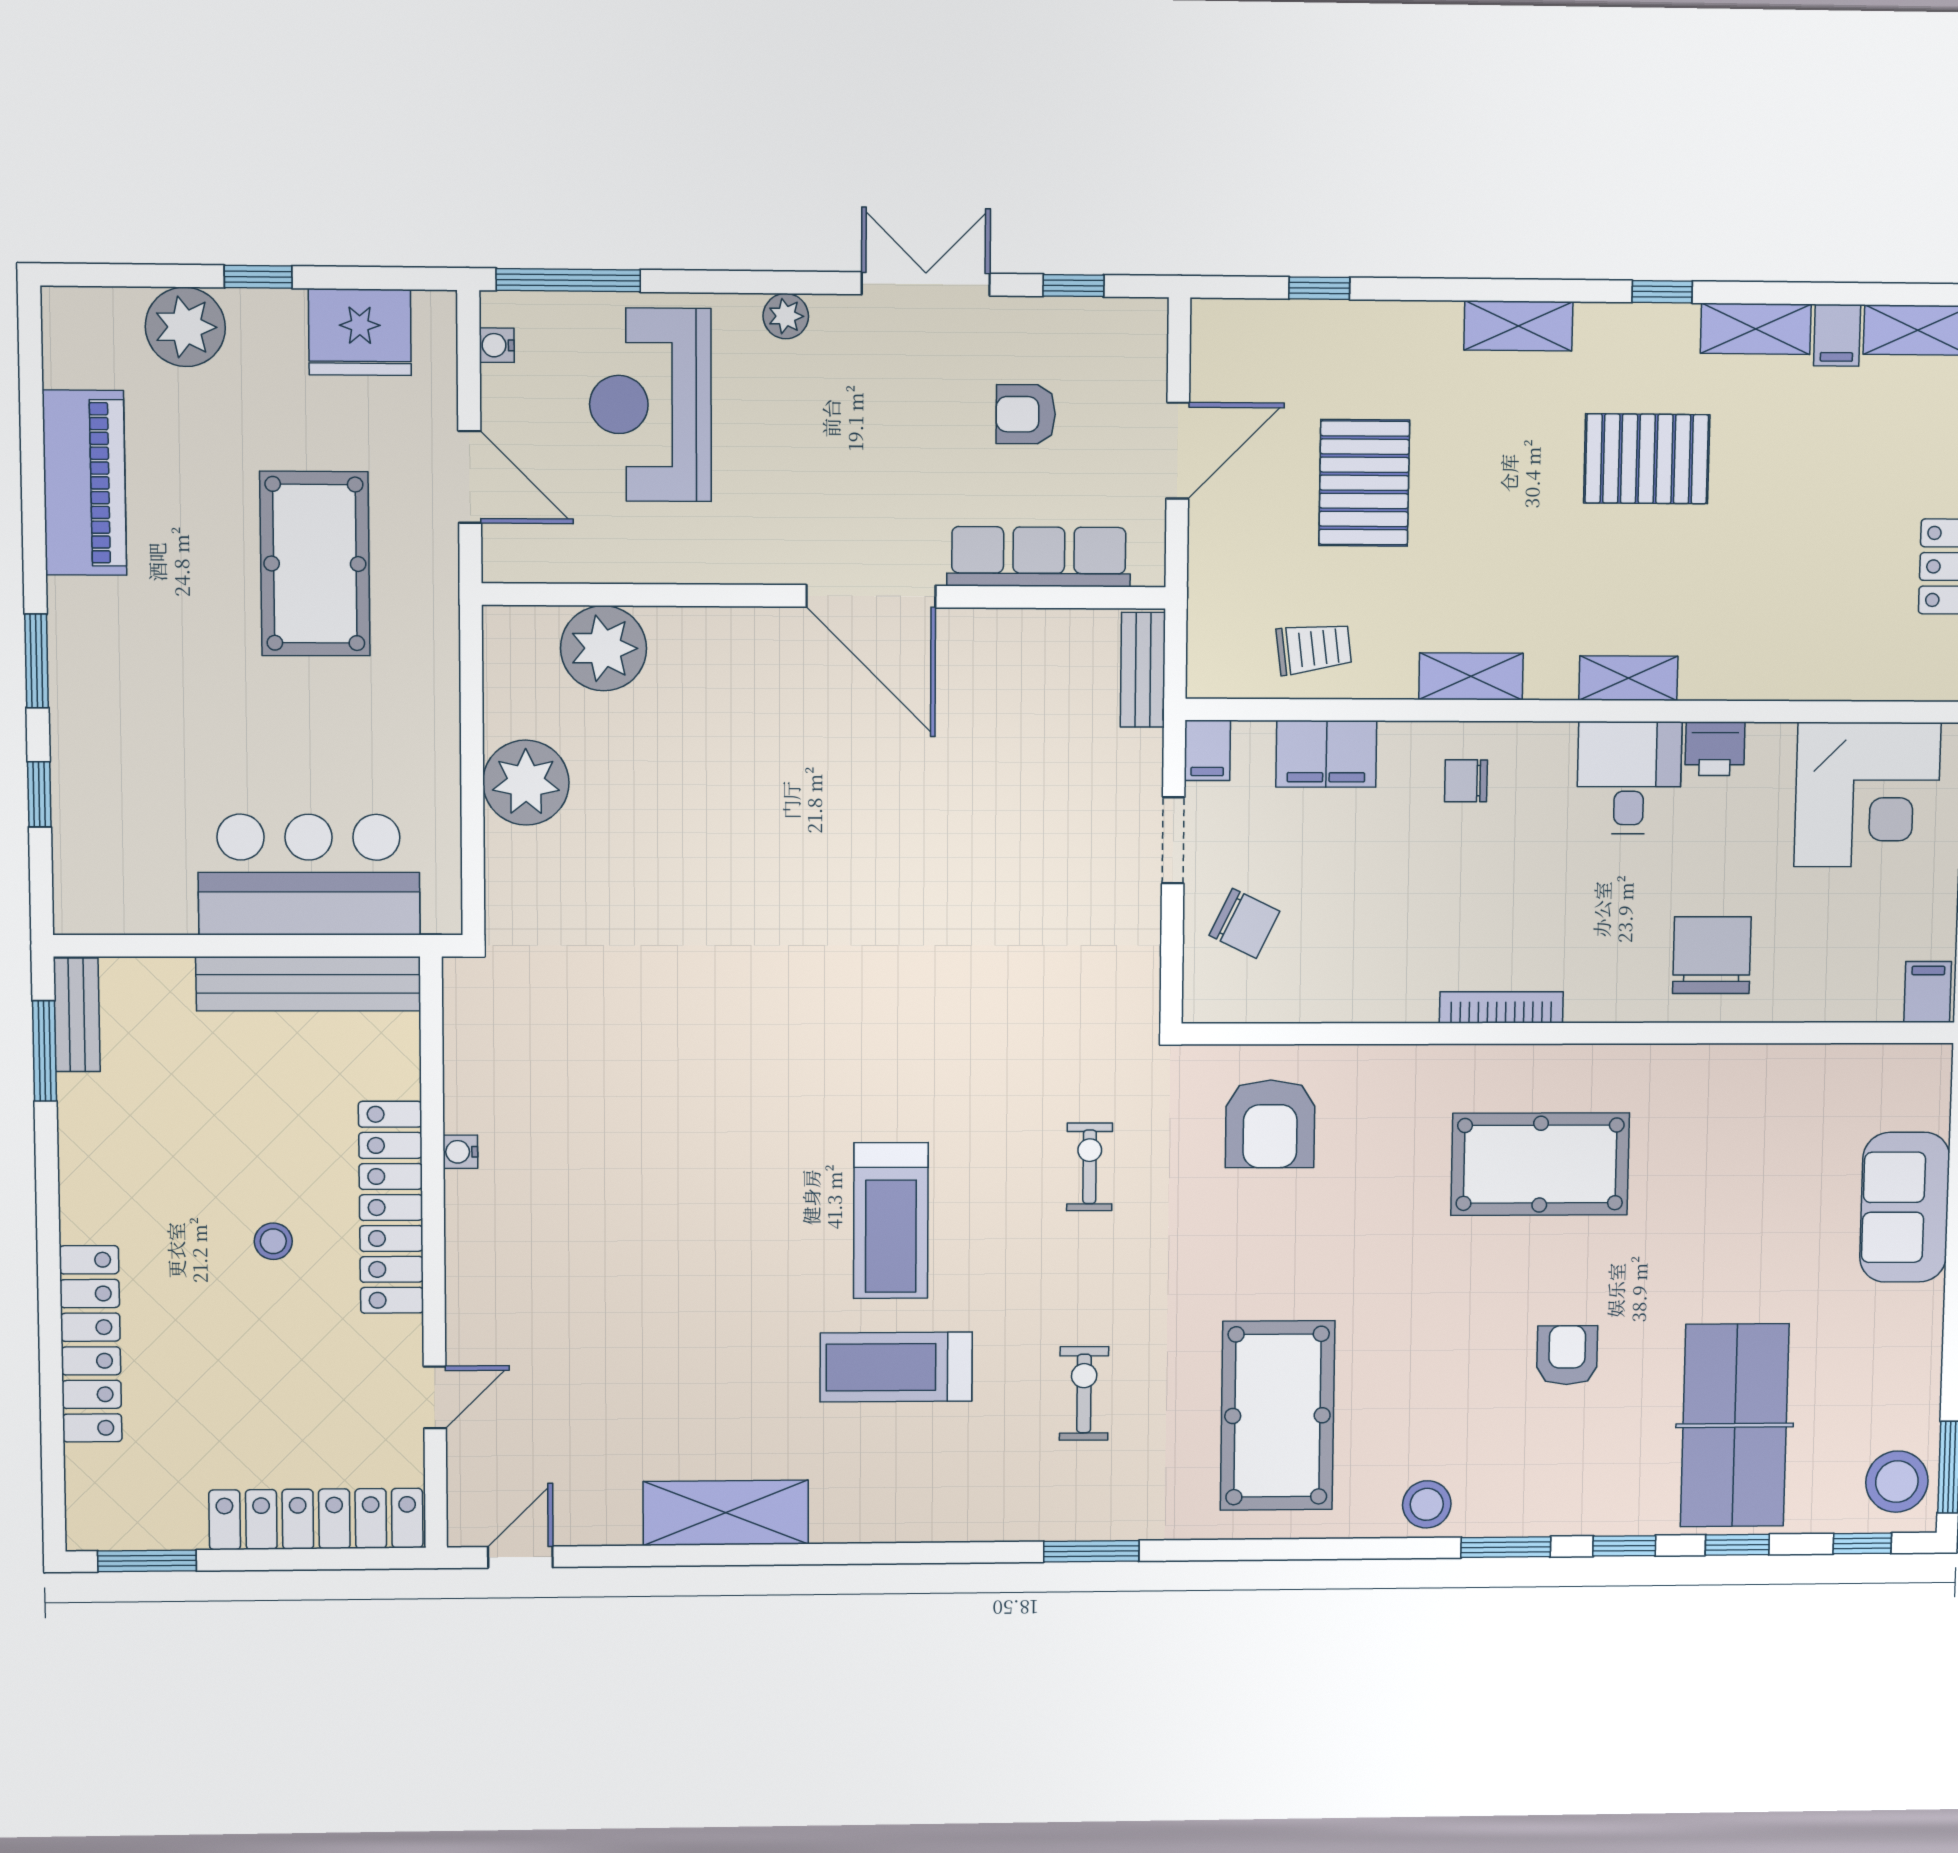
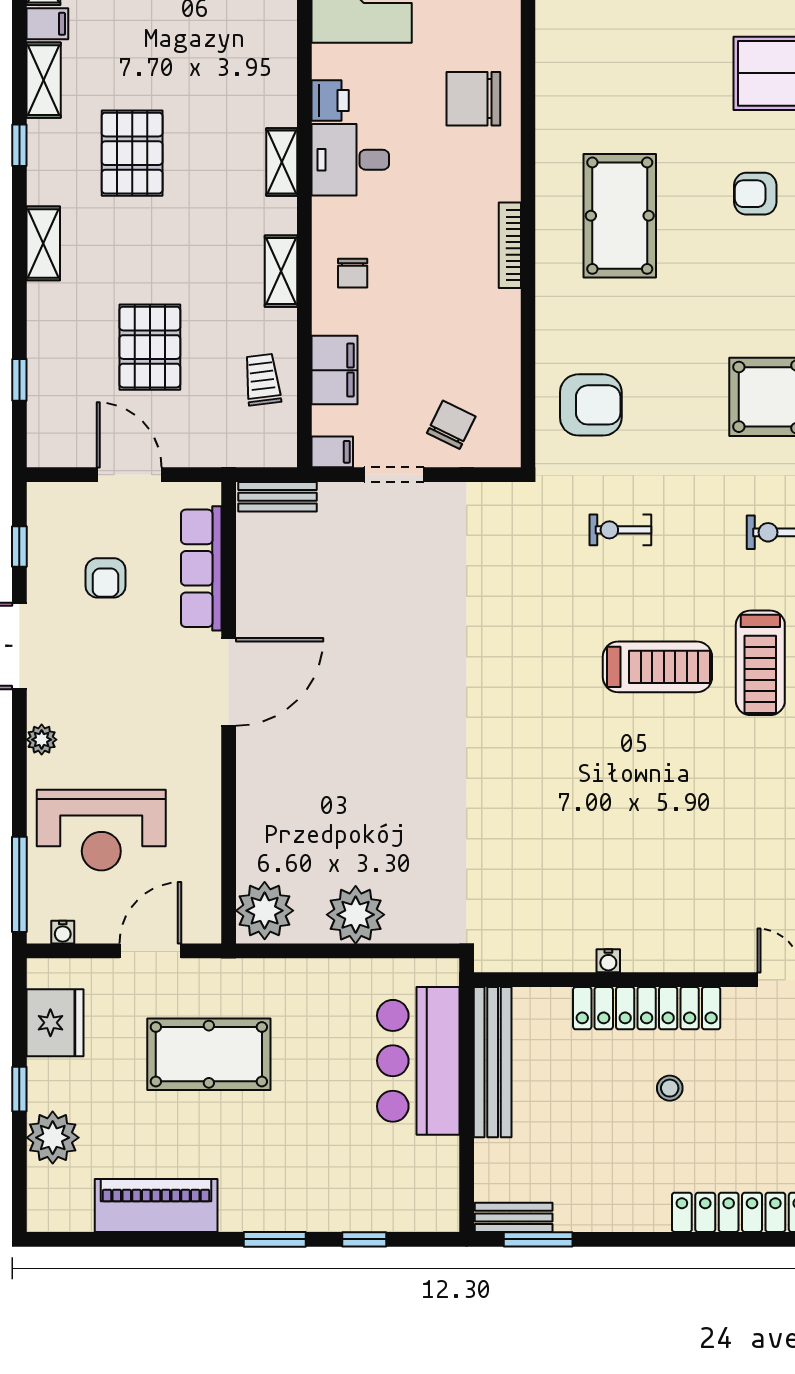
pallet: (1364, 483) -> (150, 347), turned 90
plant: (603, 648) -> (265, 911), moved

